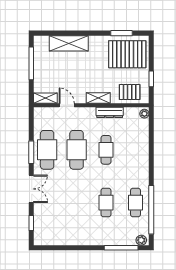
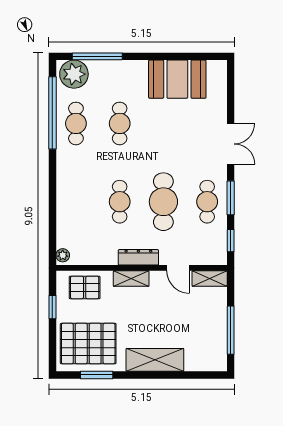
shelving: (69, 43) -> (155, 360), moved
dresser: (110, 112) -> (138, 257), moved
cafe table: (47, 150) -> (207, 202), width x0.73, depth x0.74
double door: (31, 189) -> (231, 144), swing flipped
window: (31, 223) -> (231, 241), moved
booth: (67, 232) -> (177, 79), added
plant: (141, 240) -> (74, 74), width x1.87, depth x1.87

